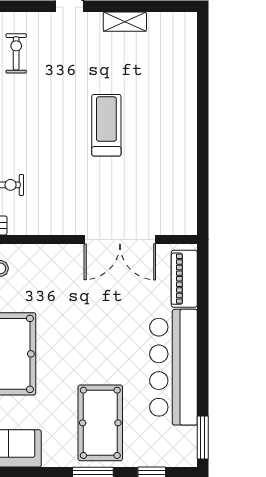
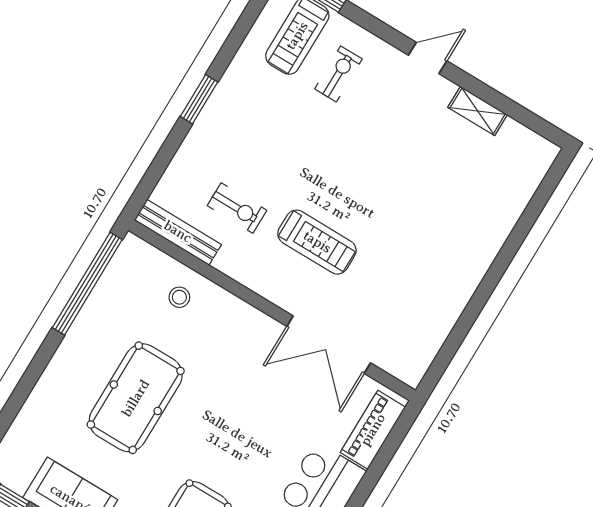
treadmill: (106, 125) -> (317, 242), moved, turned 90

